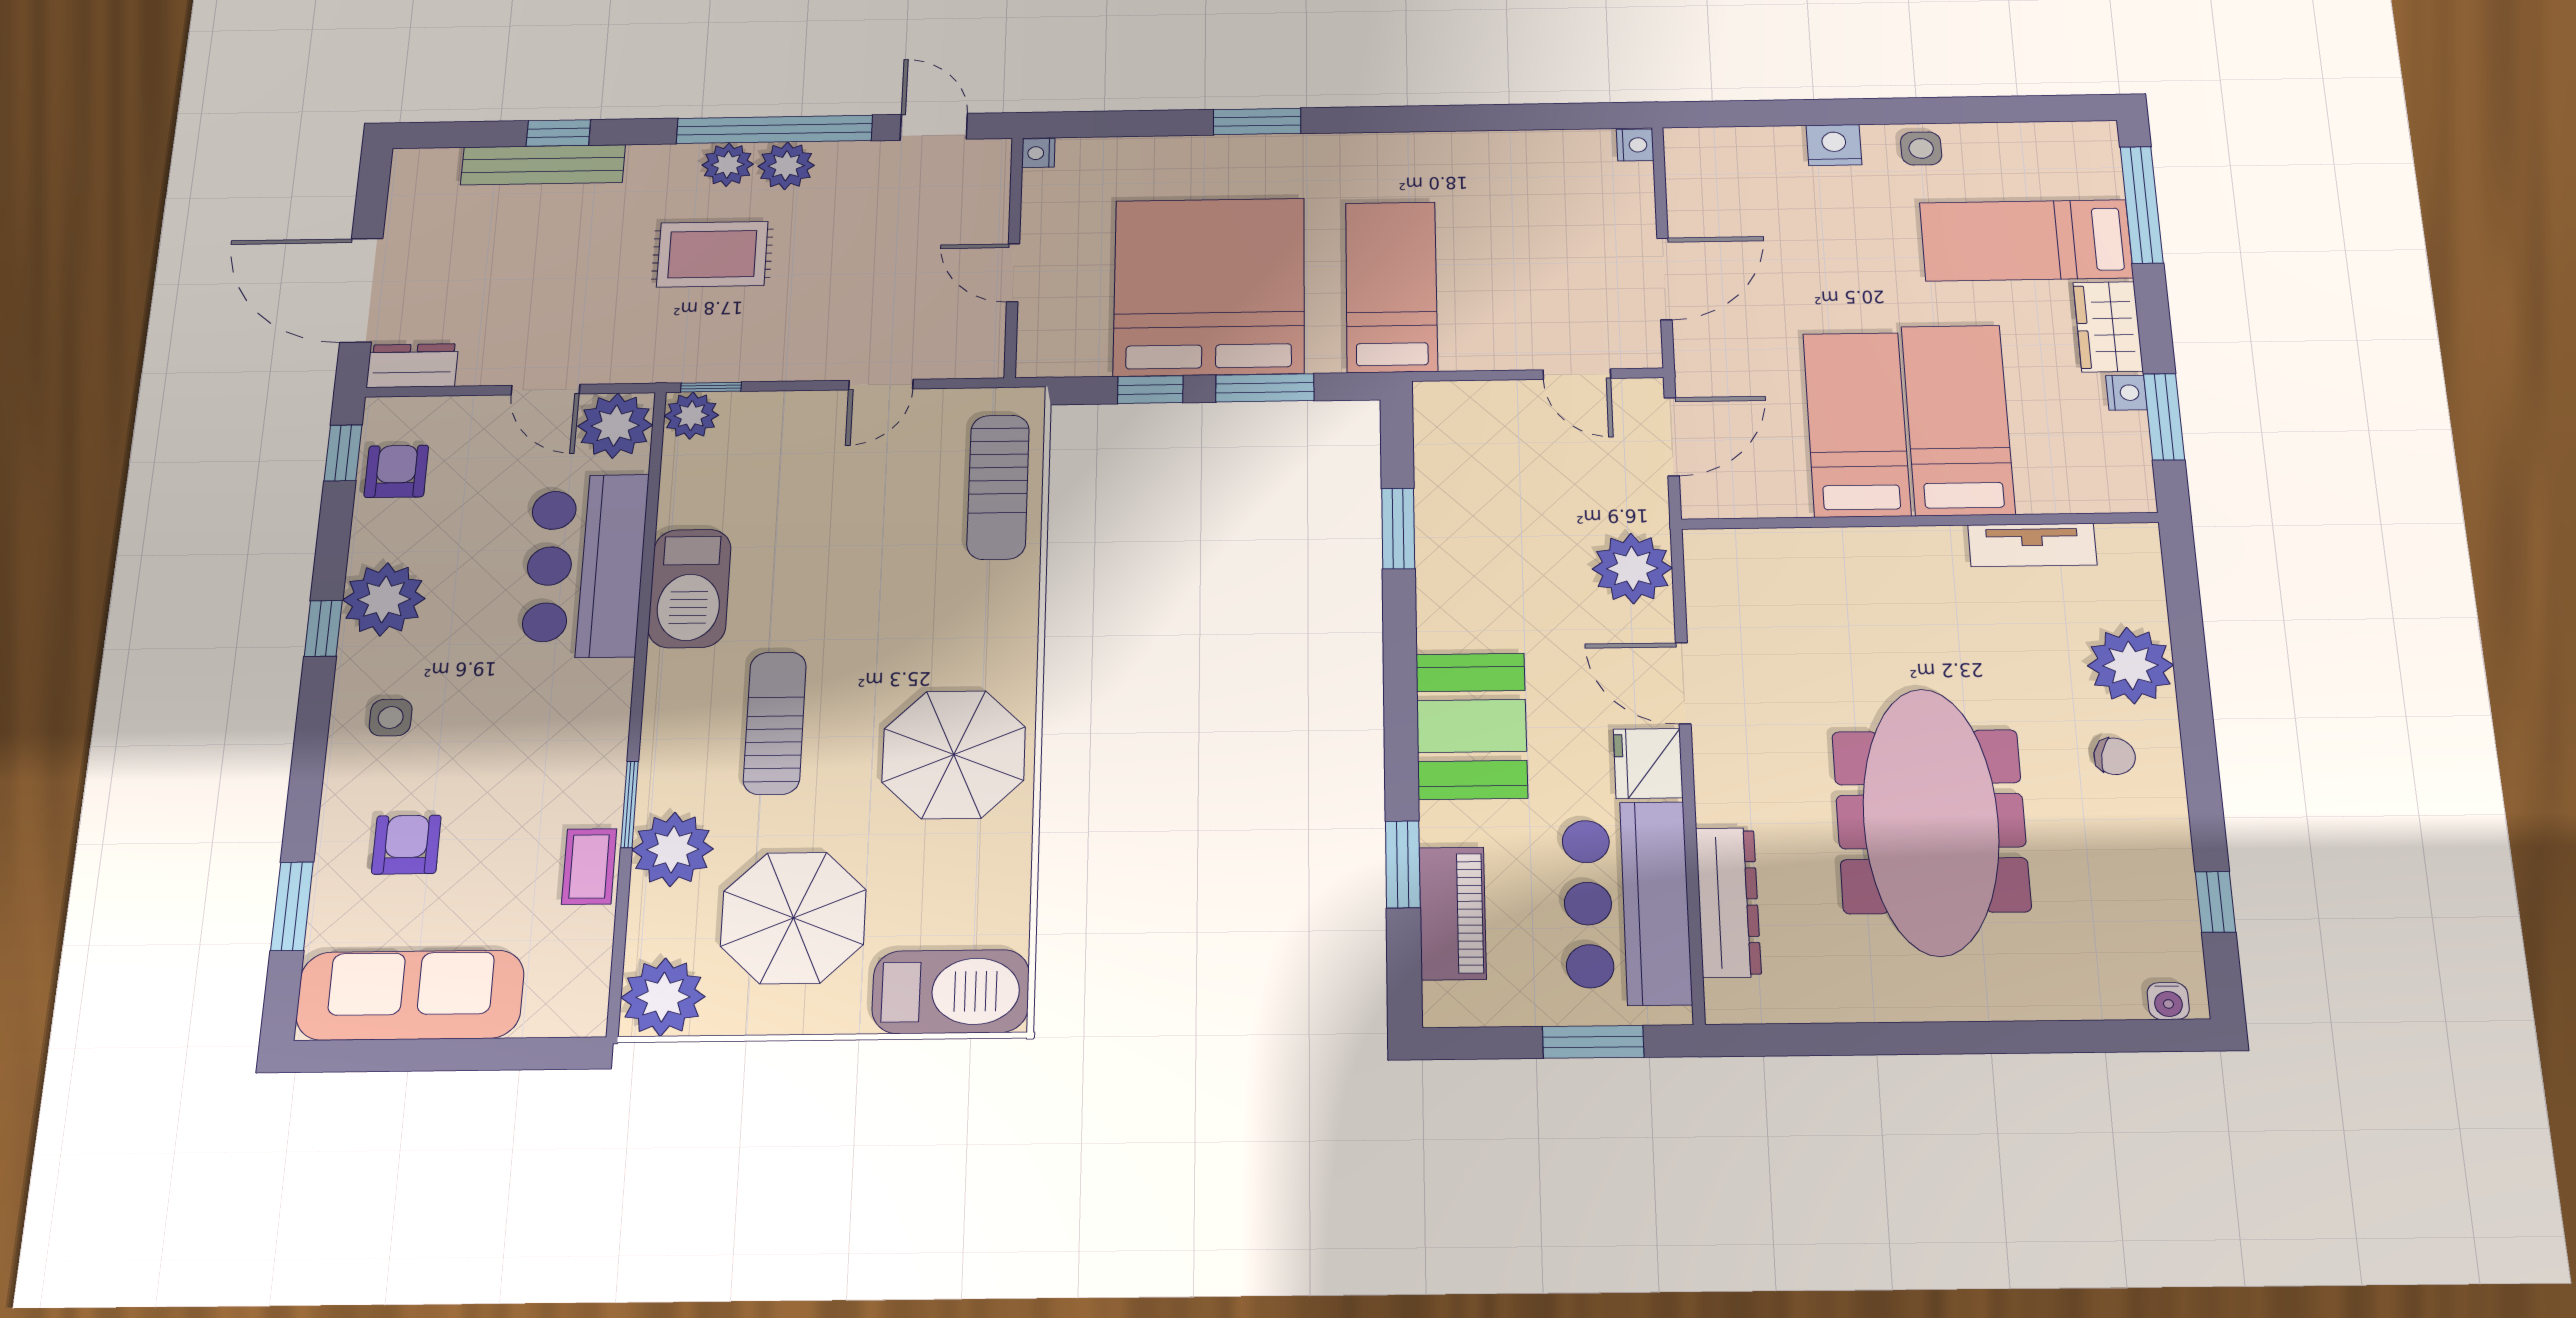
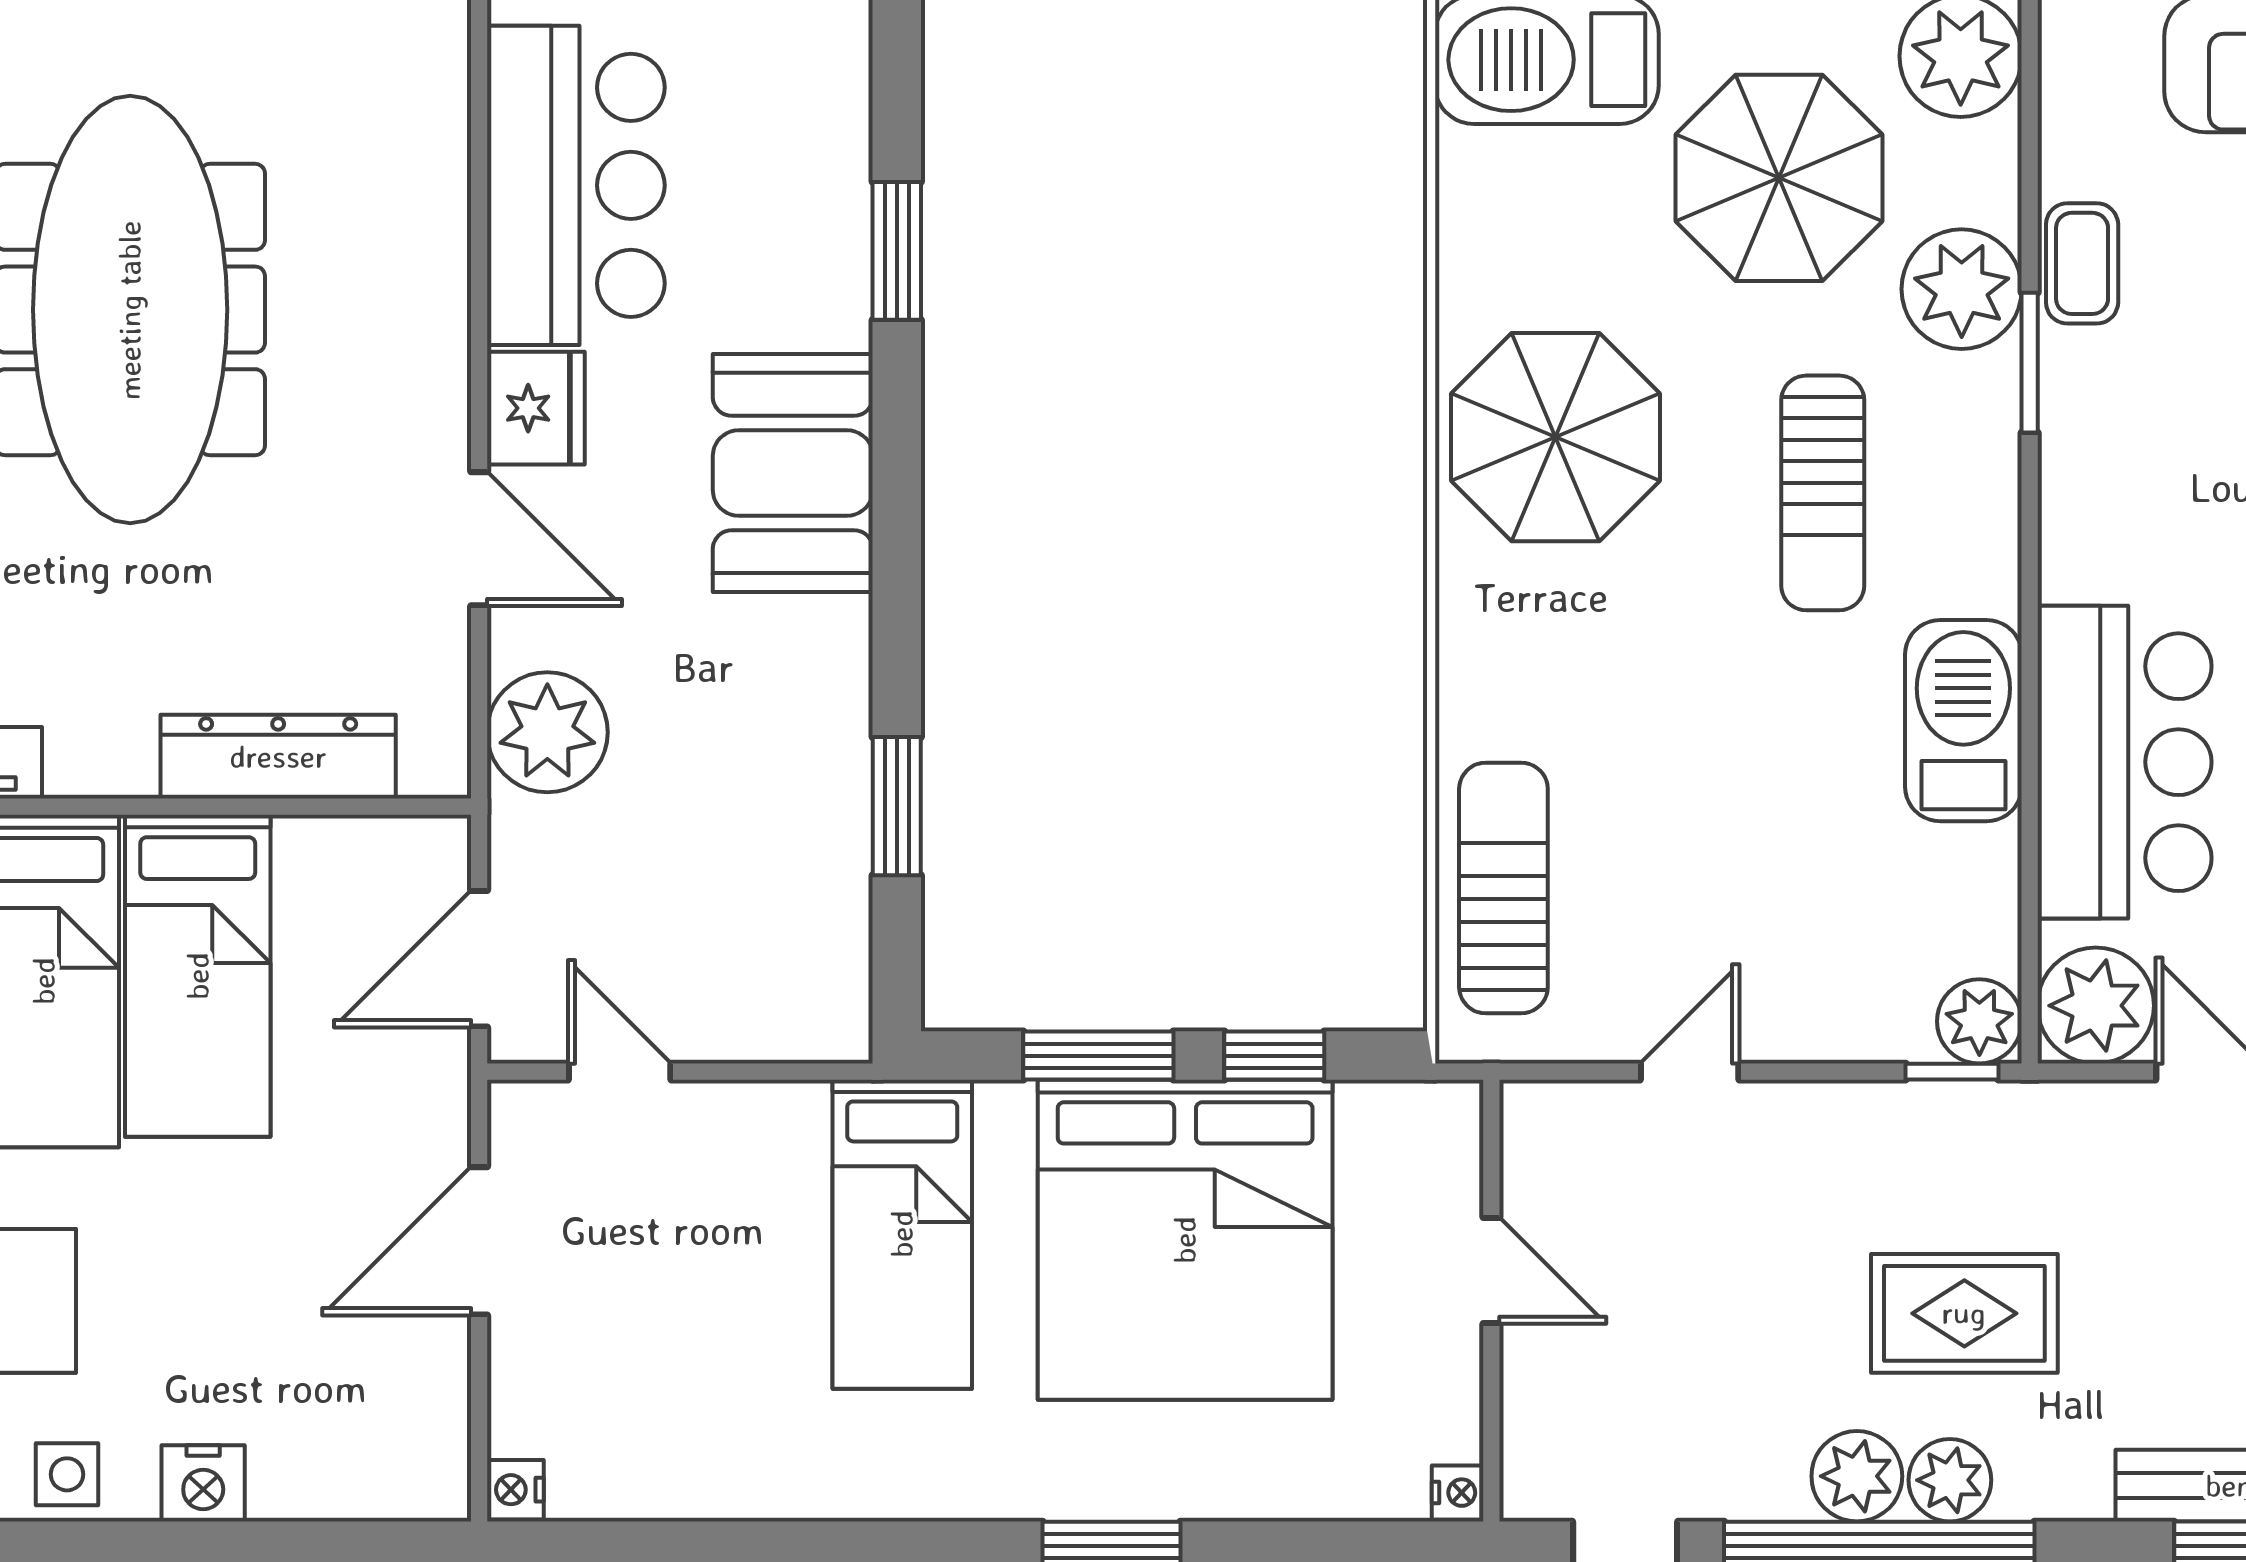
dresser: (1728, 902) -> (278, 757), moved, turned 90
piano: (1453, 913) -> (826, 173), removed

